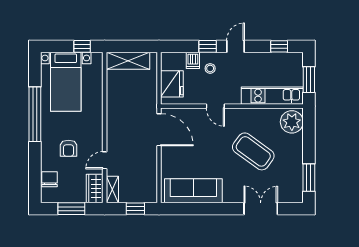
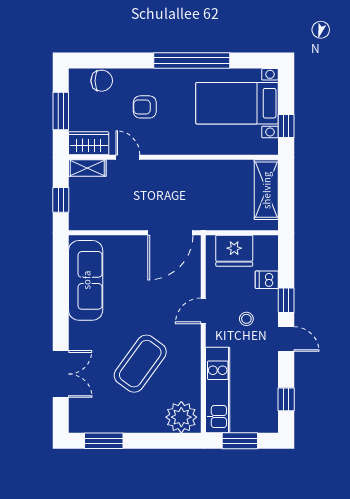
stool: (210, 68) -> (246, 319), moved

